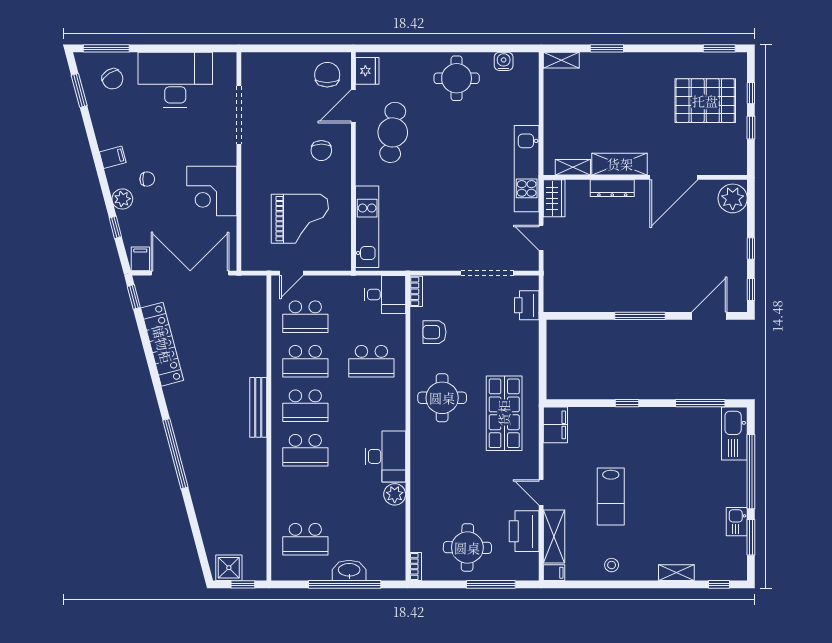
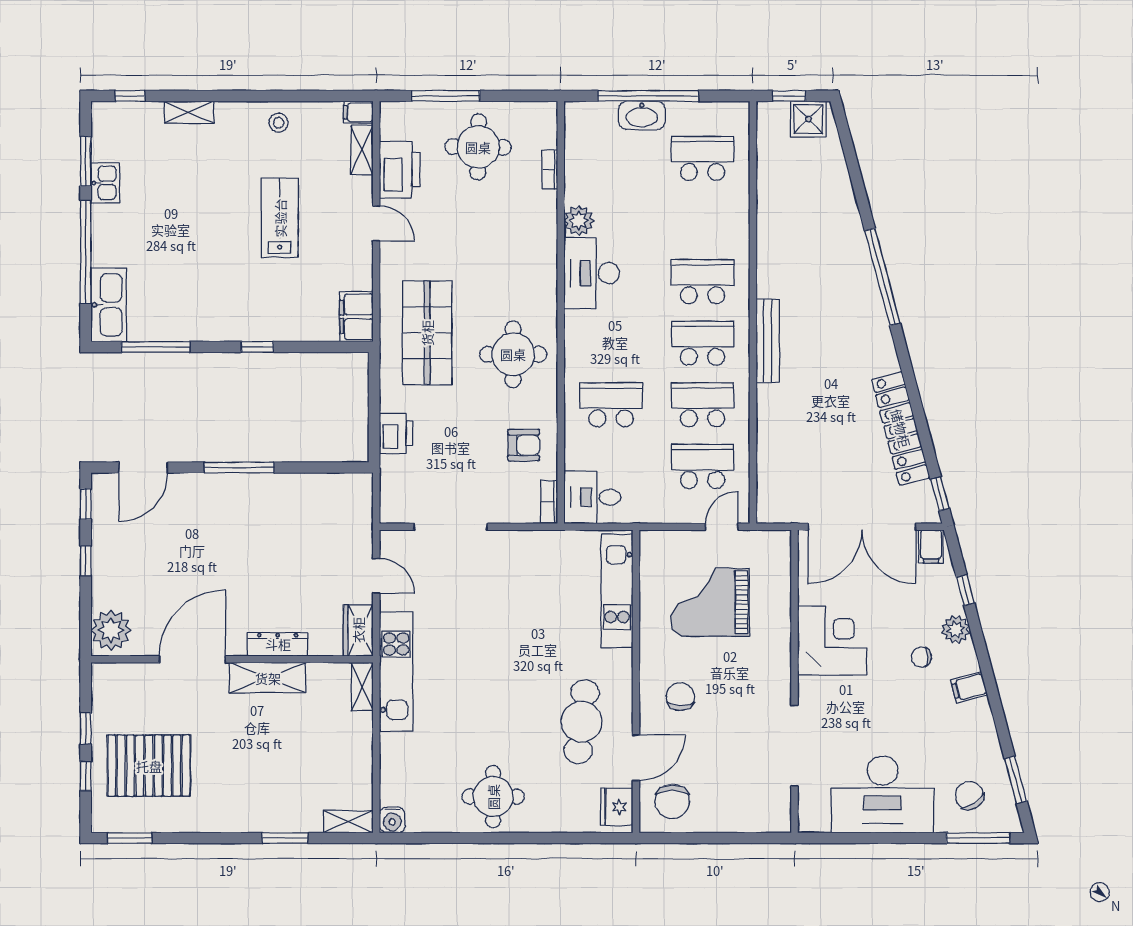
water cooler: (504, 61) -> (392, 820), moved
shelving: (573, 167) -> (362, 687), moved, turned 90
printer: (527, 305) -> (396, 433), moved
shelving: (554, 537) -> (362, 150), width x0.67, depth x0.75
bookcase: (416, 566) -> (550, 169), moved

